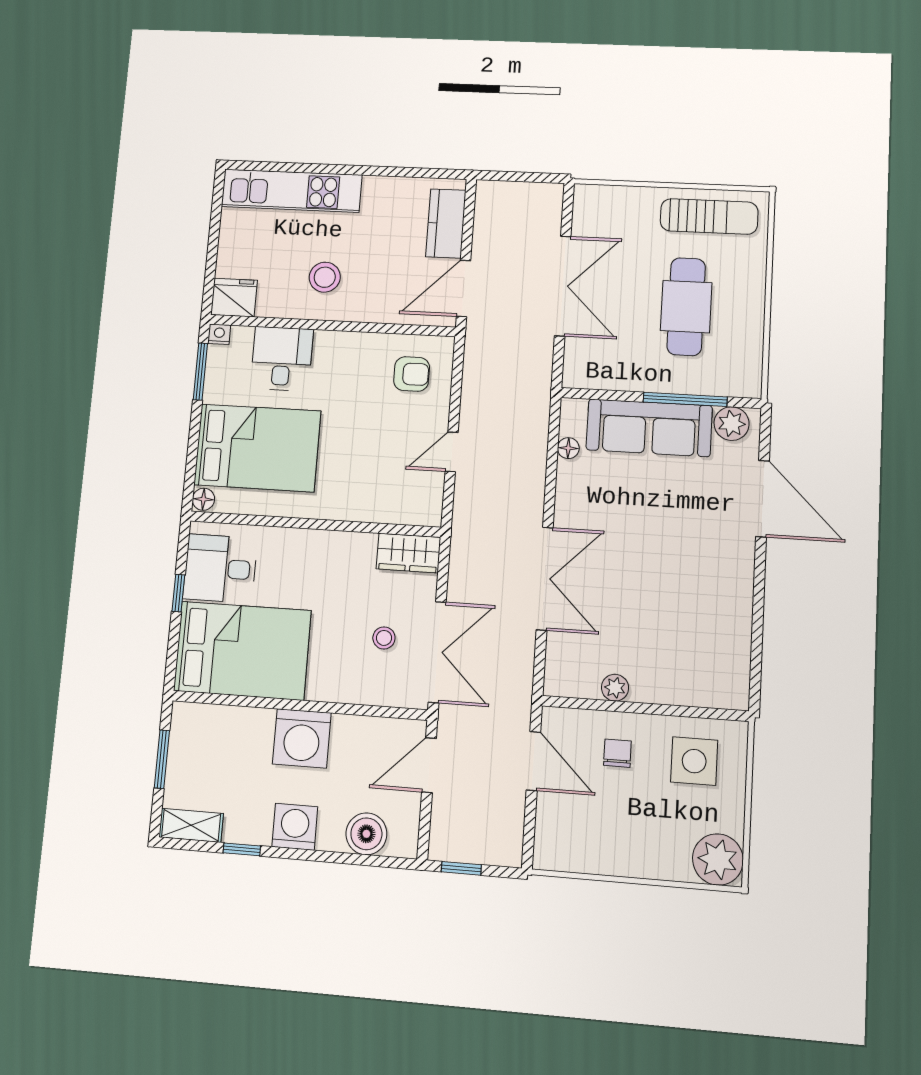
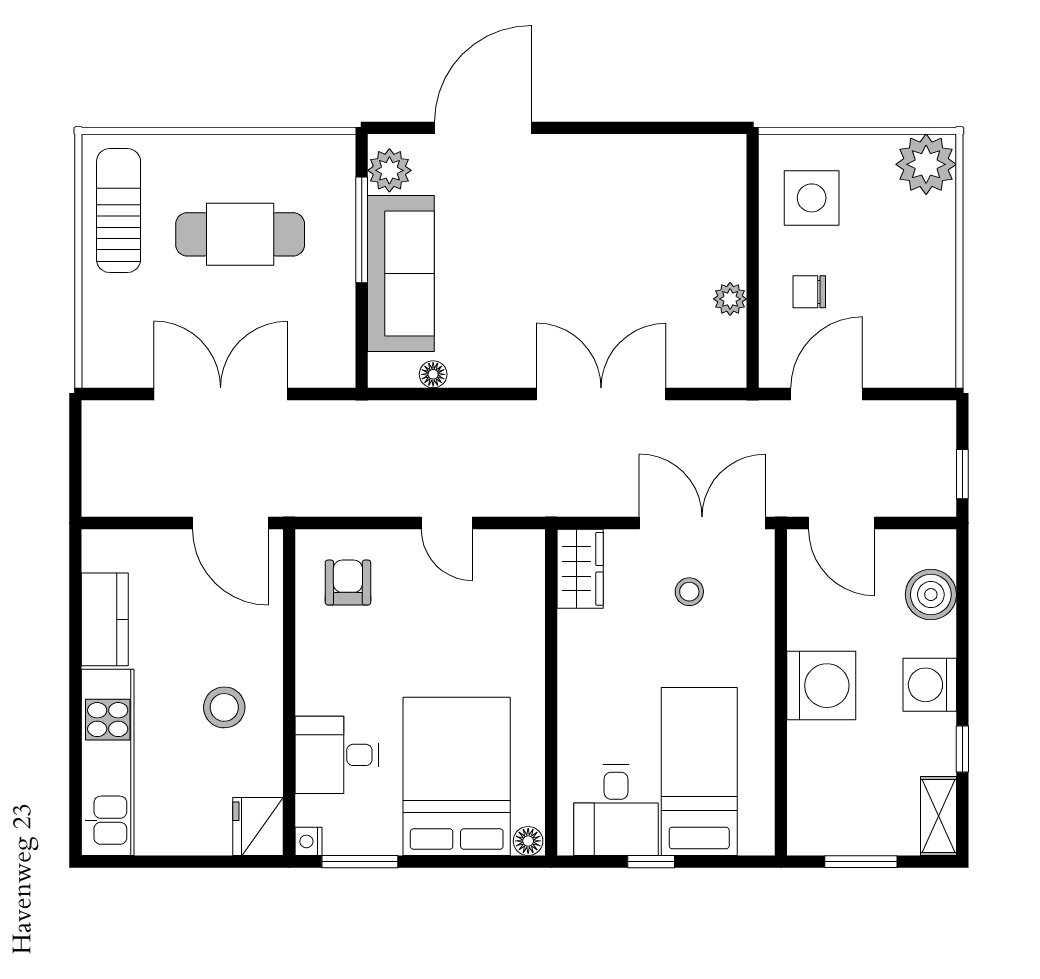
kitchen counter: (446, 223) -> (105, 619), moved, turned -90
bed: (242, 651) -> (699, 772), width x0.67

